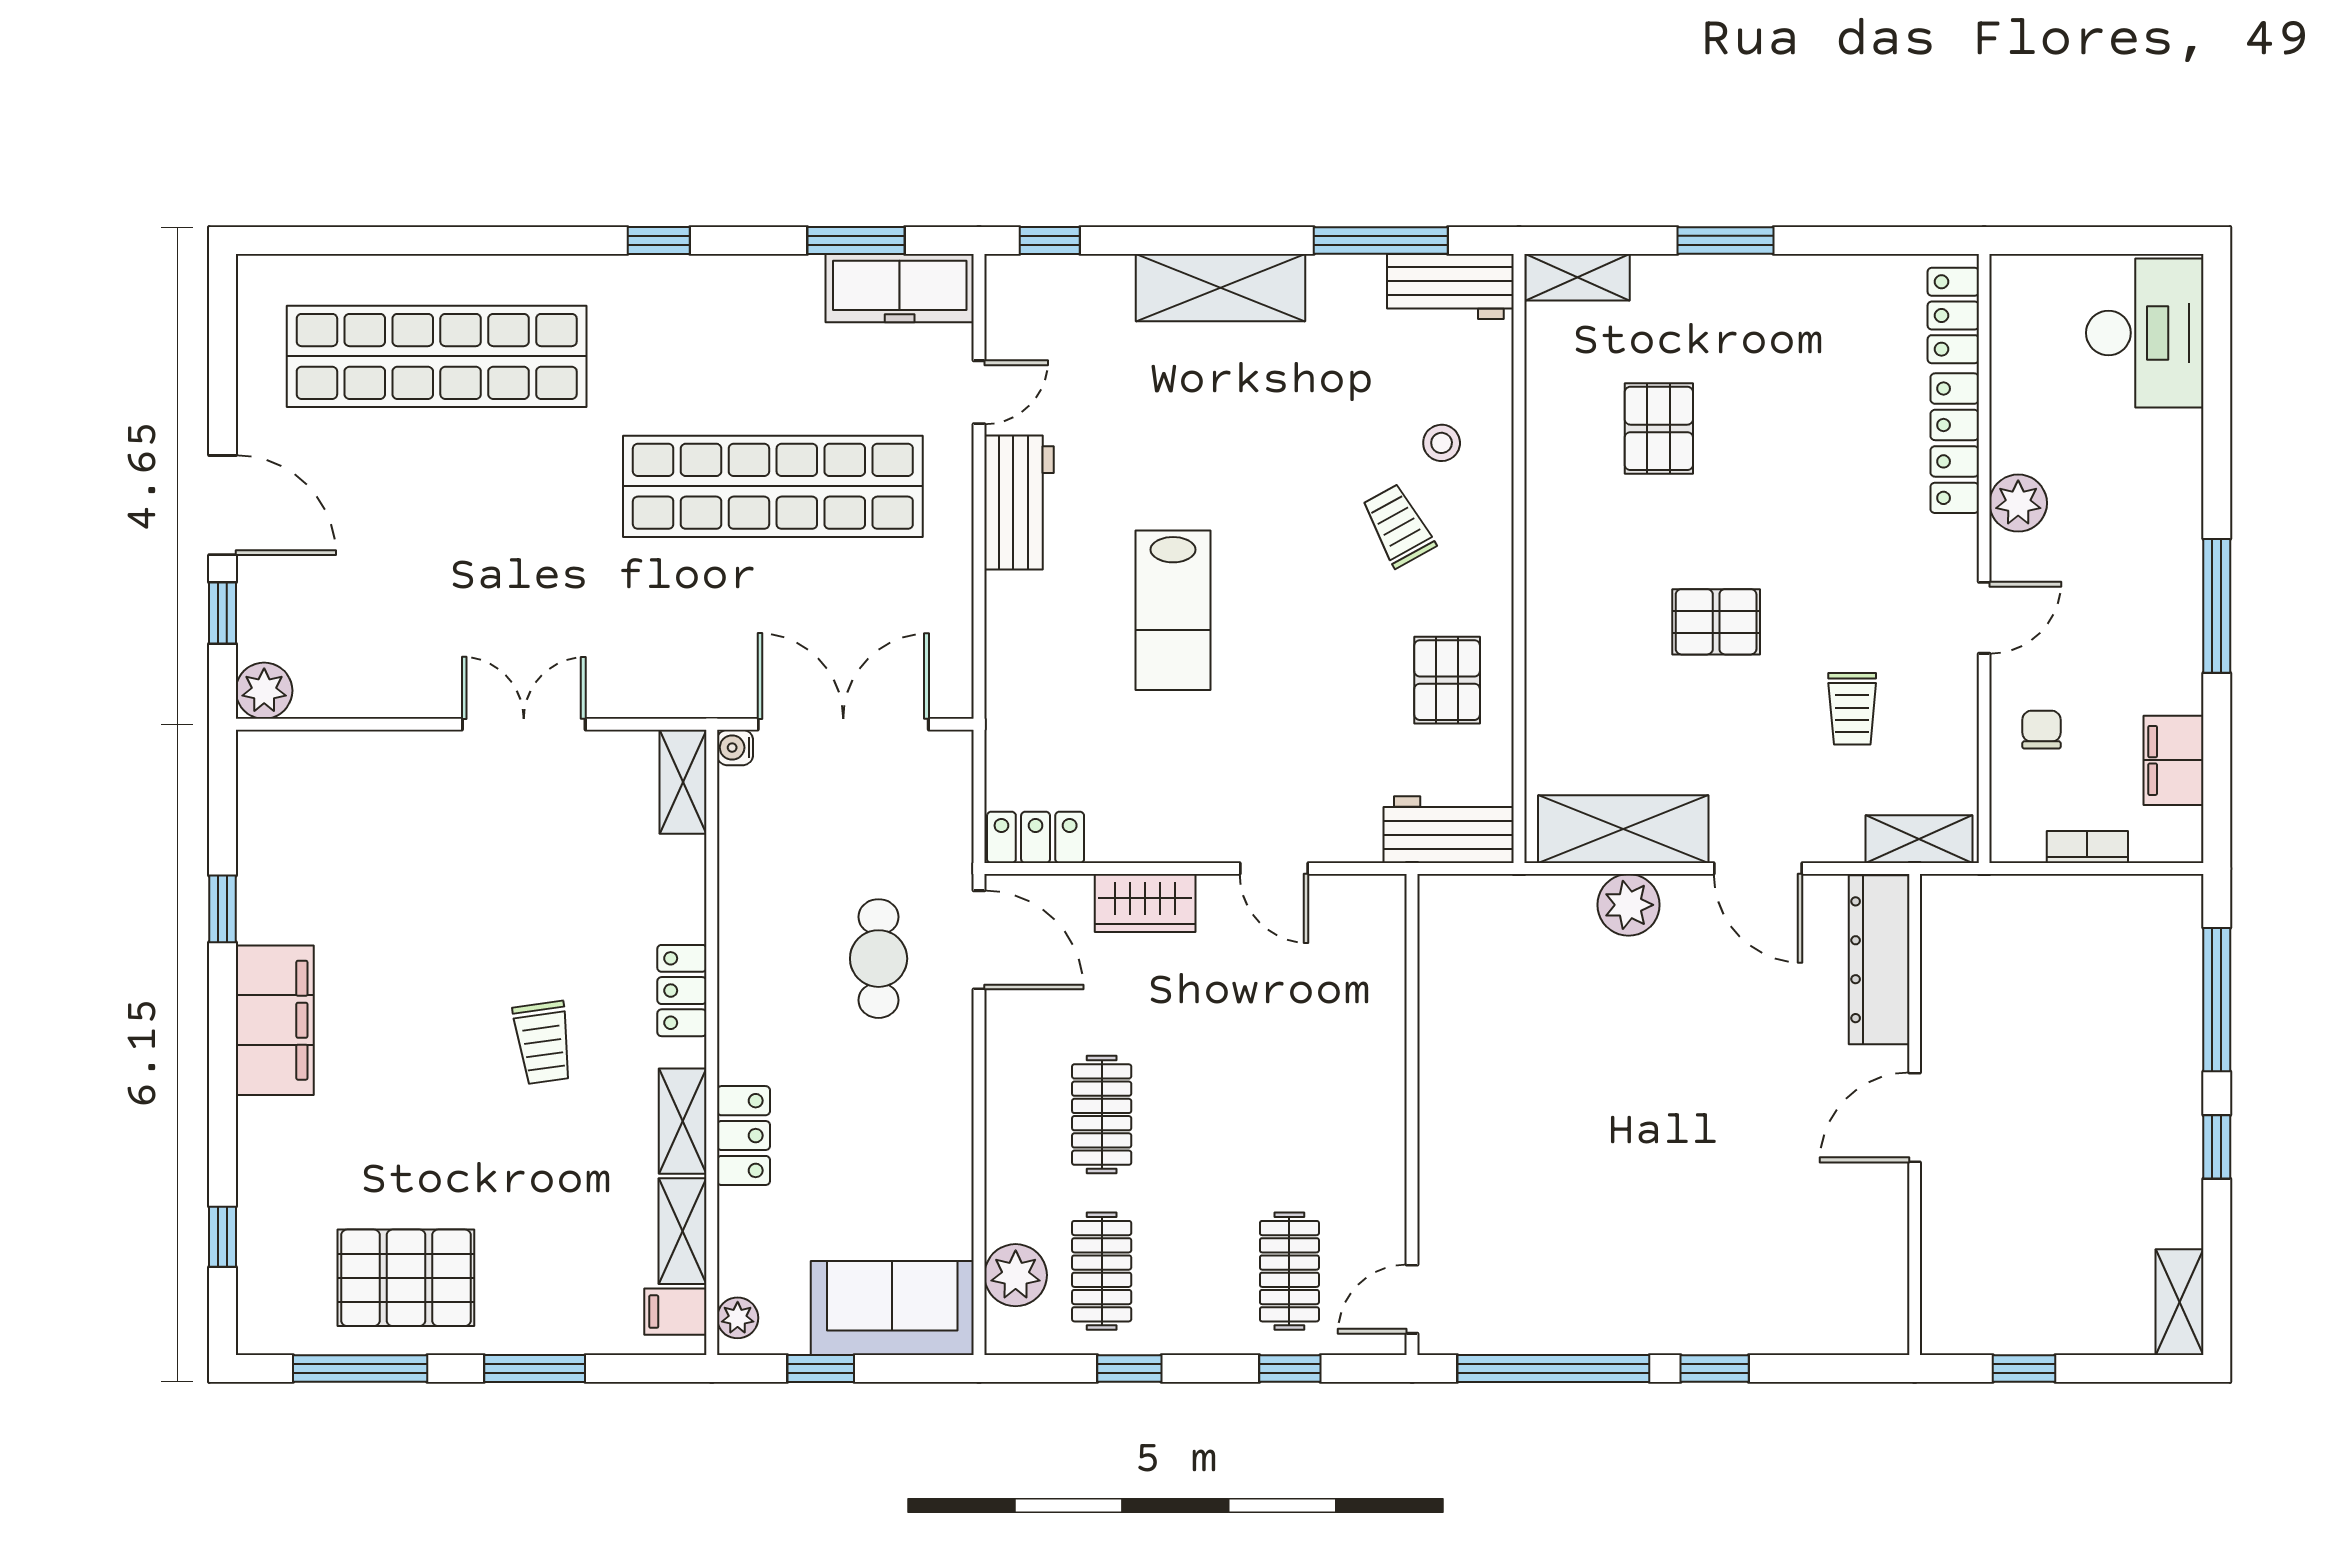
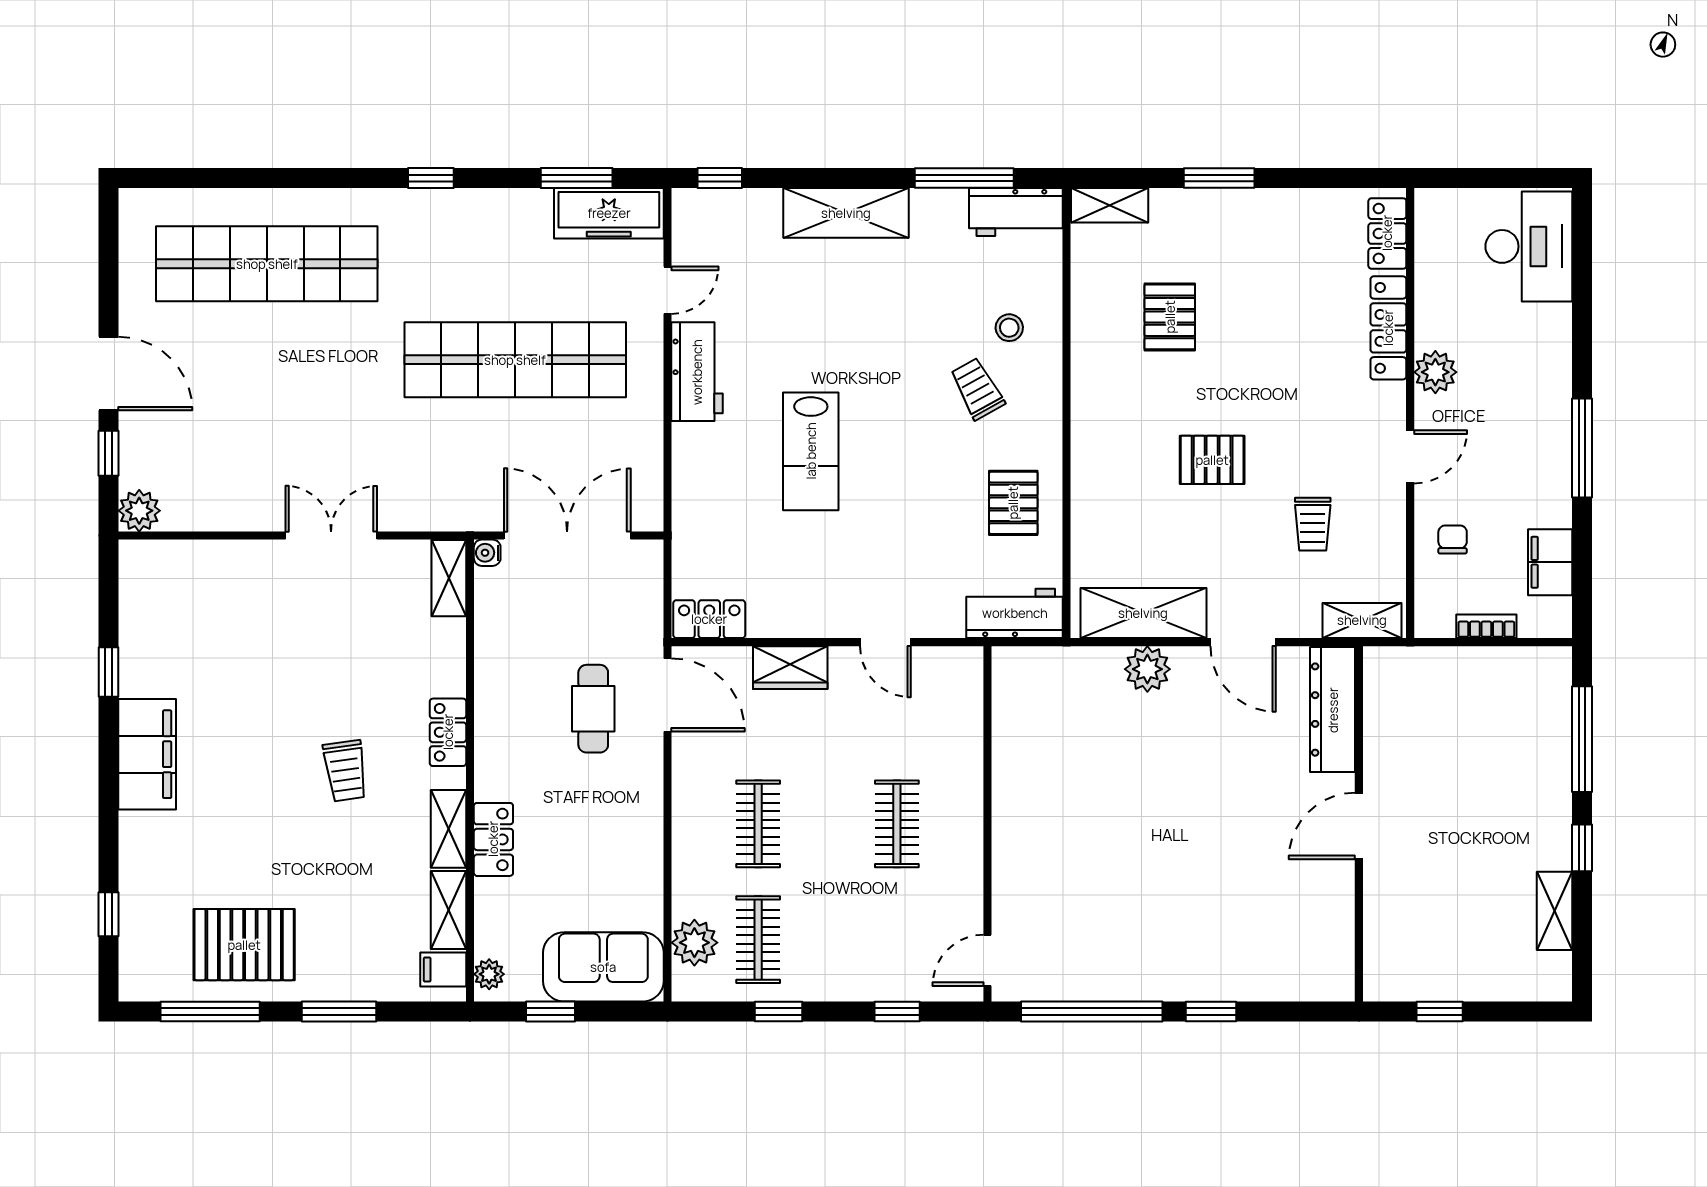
clothes rail: (1289, 1271) -> (897, 824), moved
shelving: (2179, 1302) -> (1555, 911), moved

